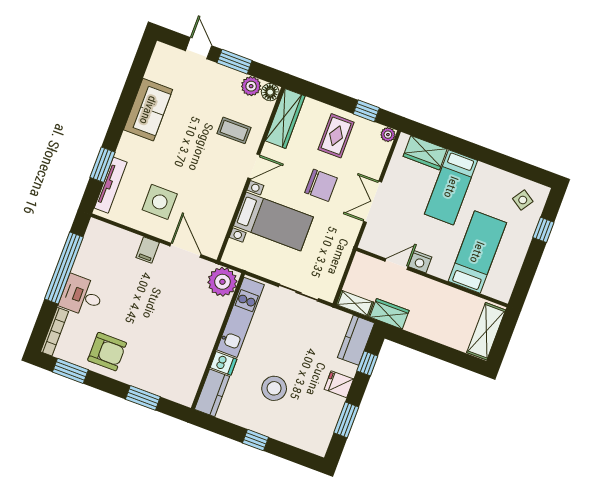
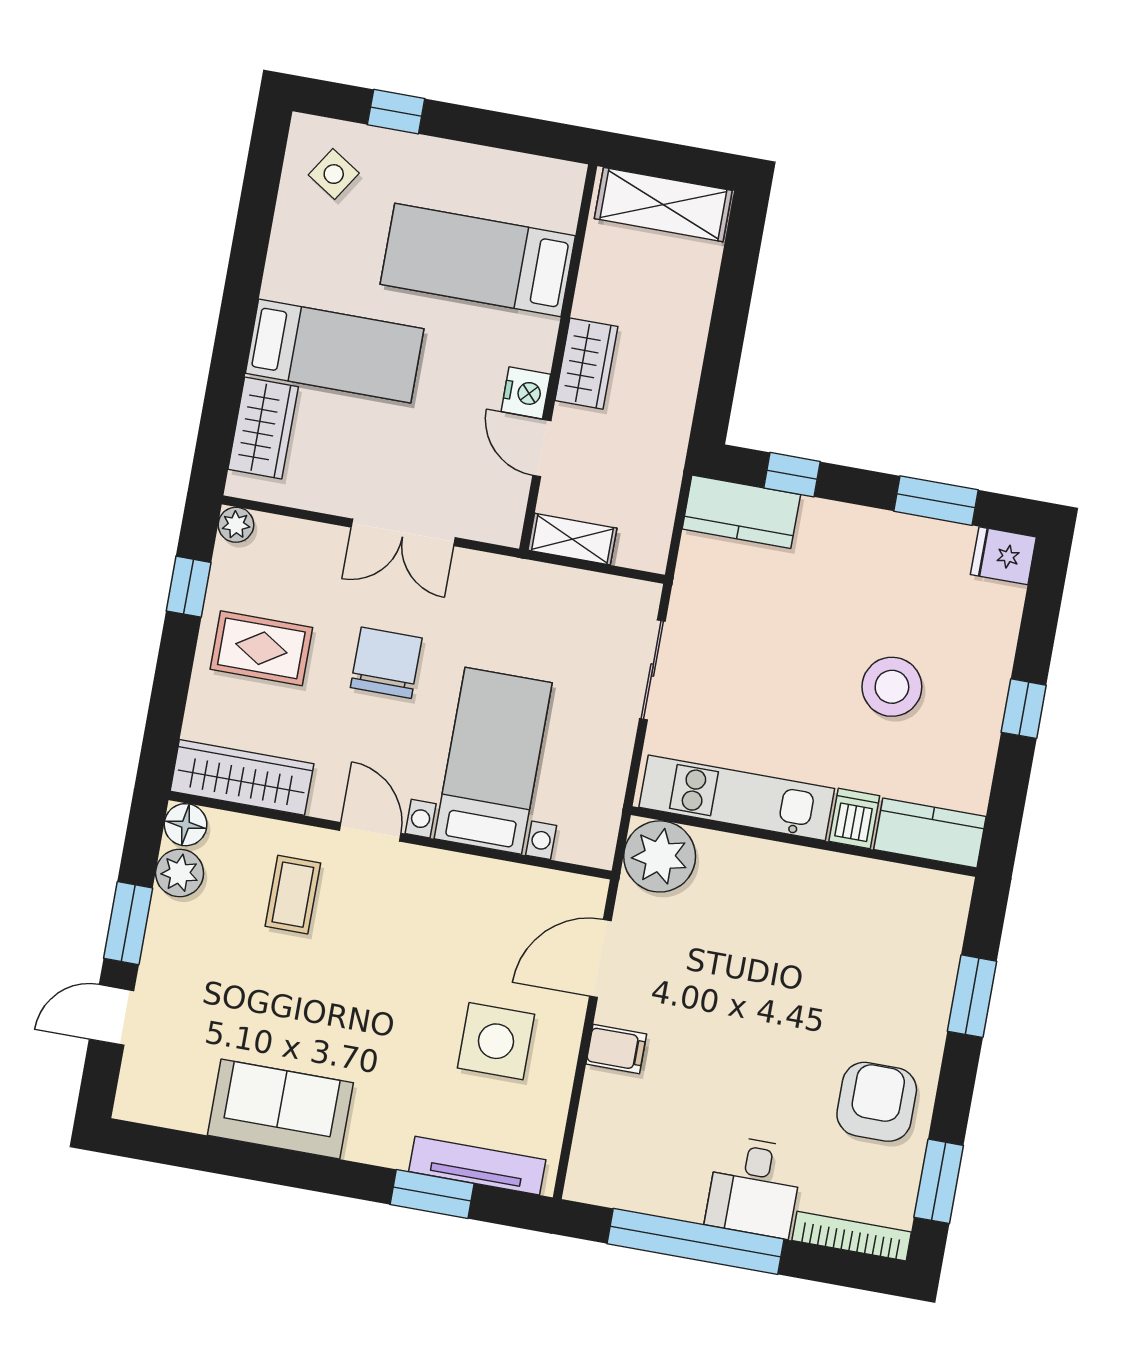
shelving: (355, 303) -> (572, 539), moved, turned 90
wardrobe: (389, 314) -> (586, 364), moved, turned 180
fridge: (339, 384) -> (1003, 556), moved, turned 90

